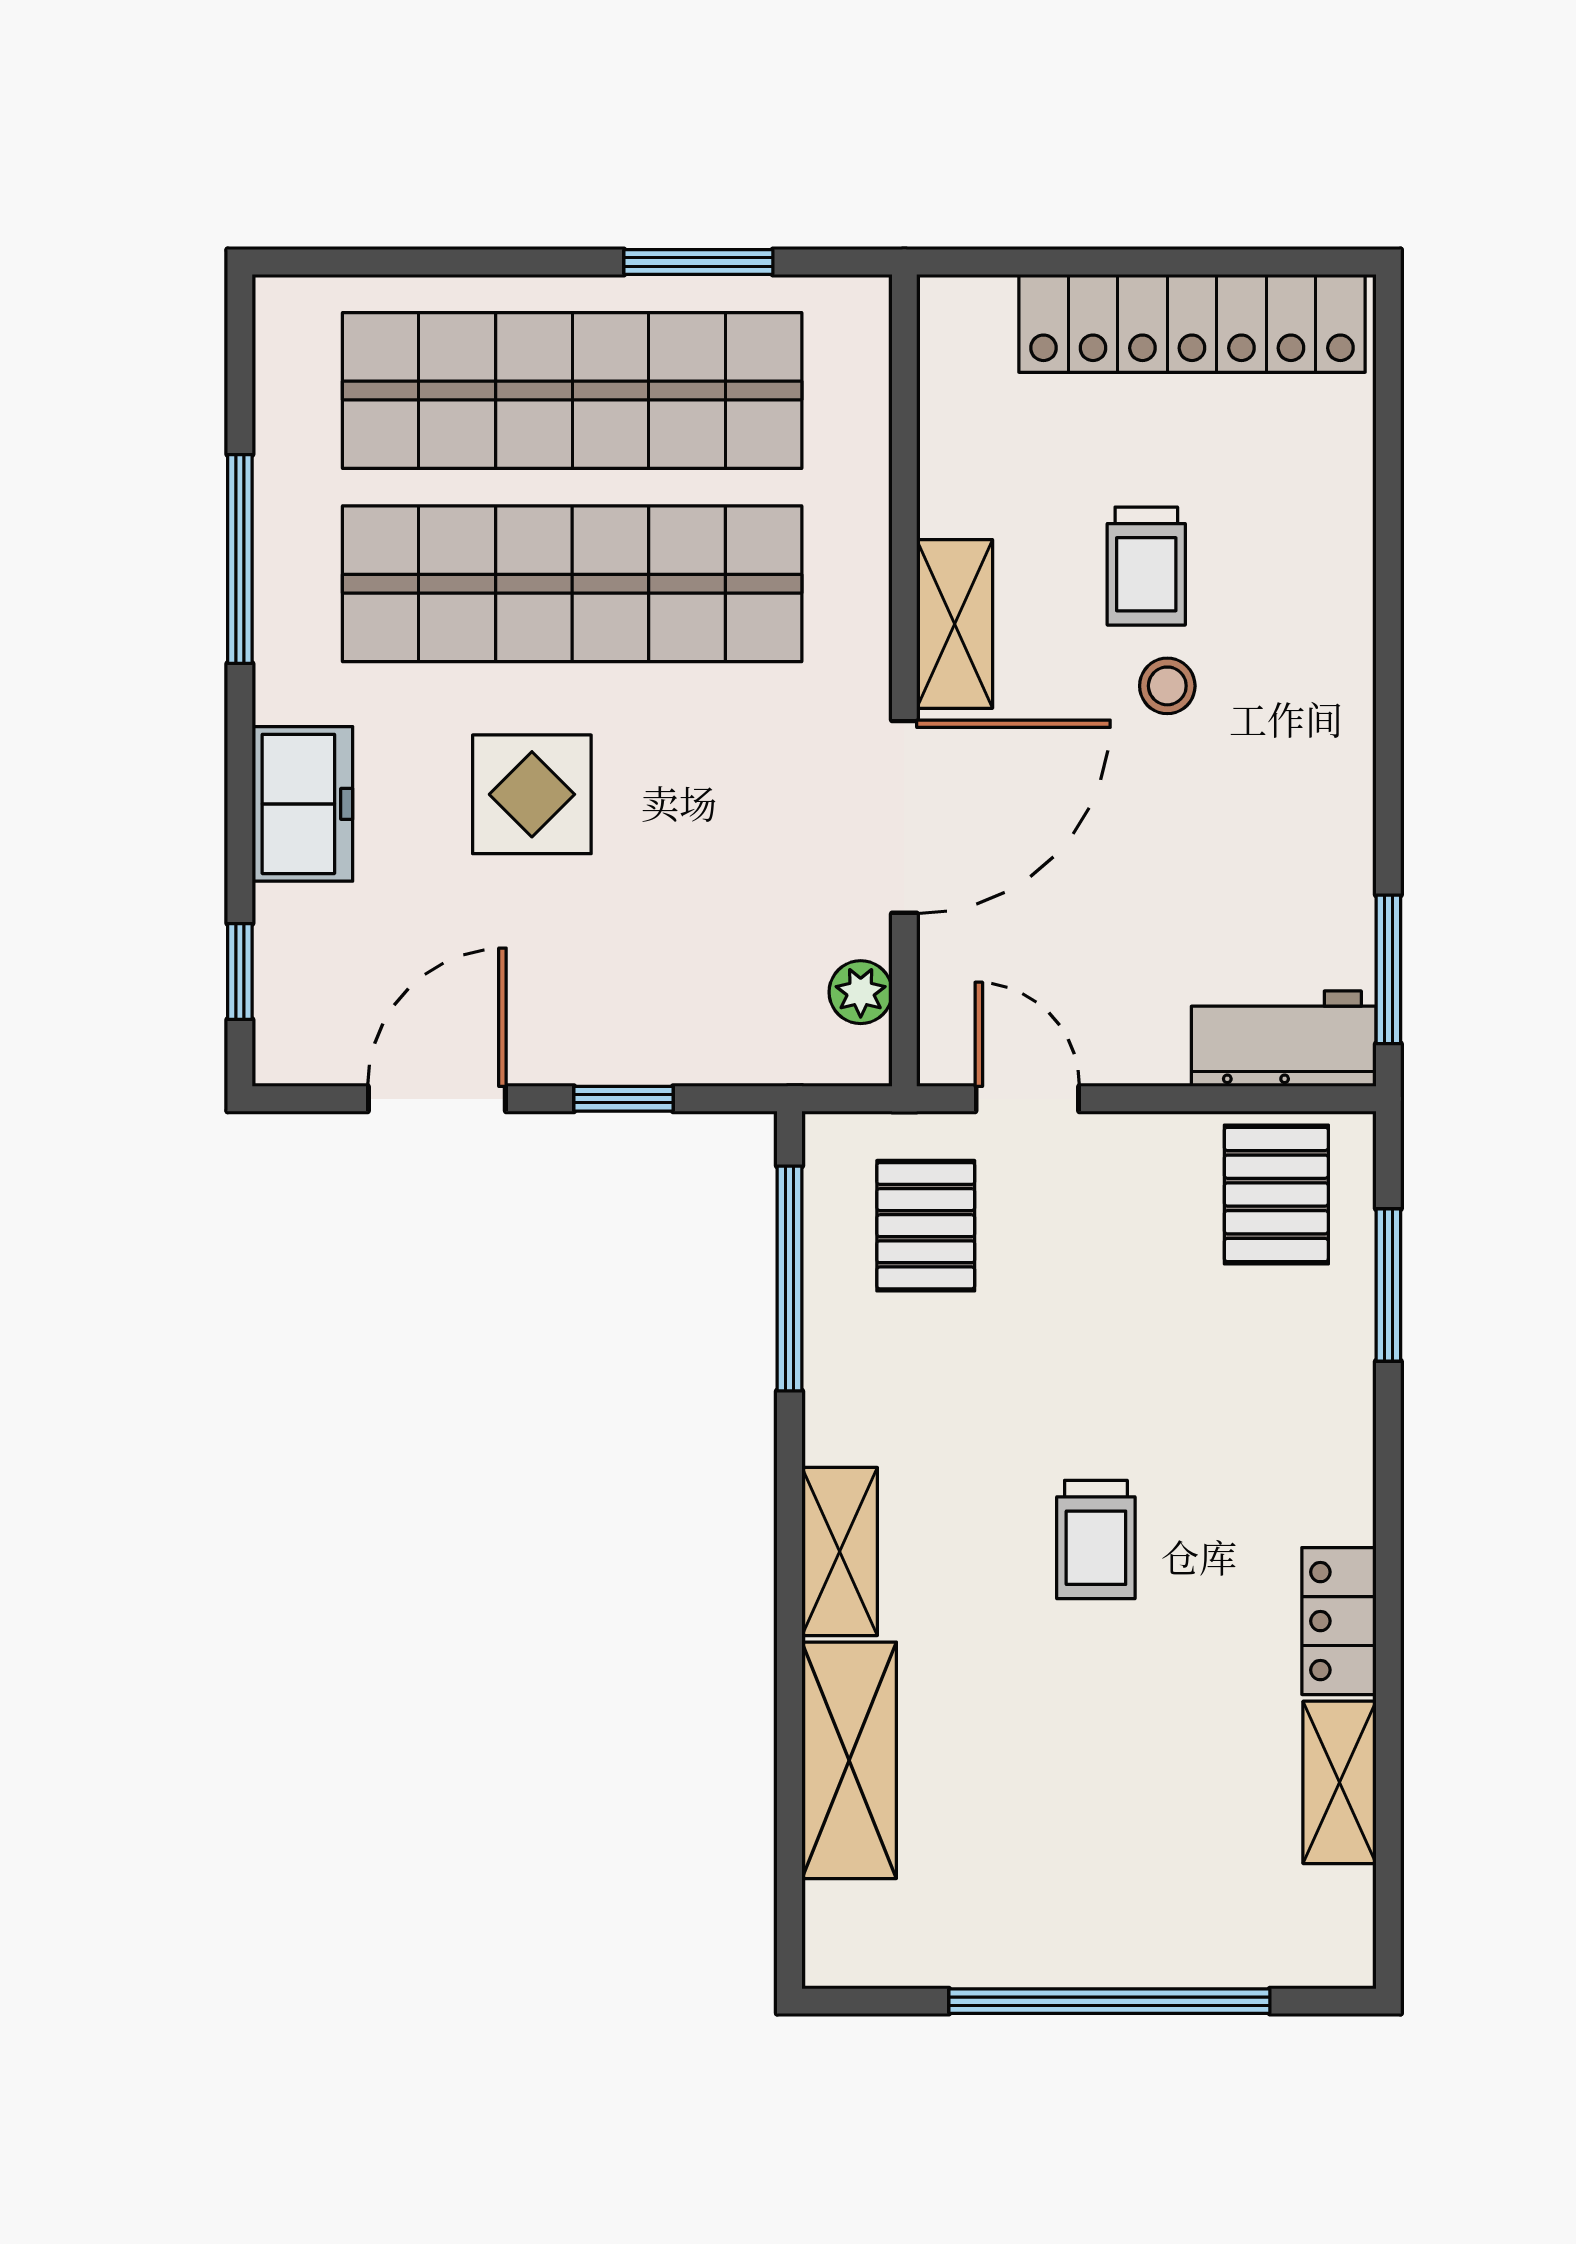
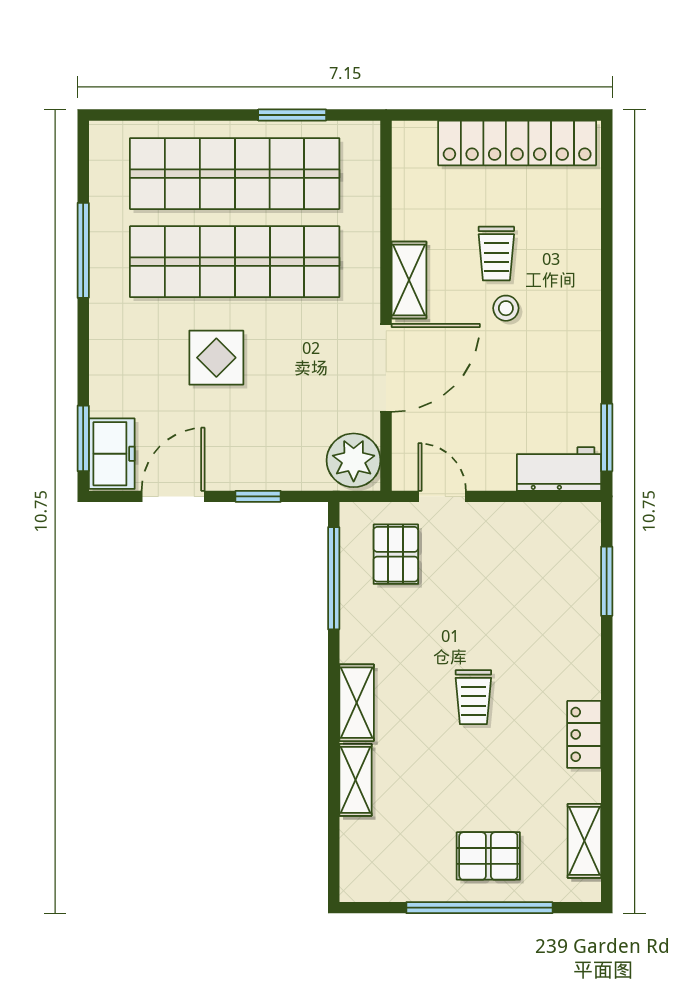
freezer: (302, 804) -> (112, 454), moved
window: (240, 972) -> (83, 438), width x1.50
plant: (861, 992) -> (354, 460), width x1.87, depth x1.87
pallet: (1276, 1194) -> (488, 856), moved, turned 90
shelving: (849, 1760) -> (355, 780), width x0.67, depth x0.75
shelving: (1340, 1782) -> (584, 841), moved

